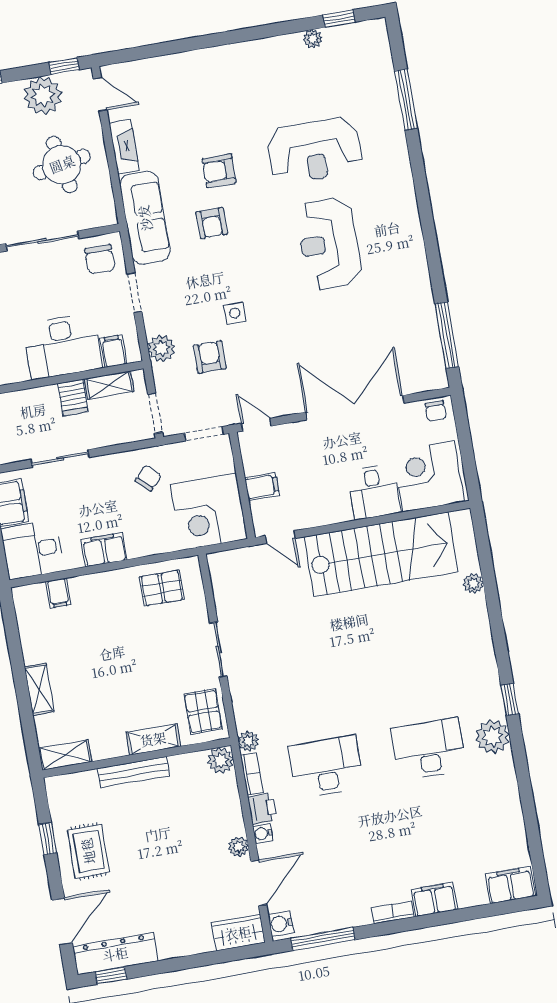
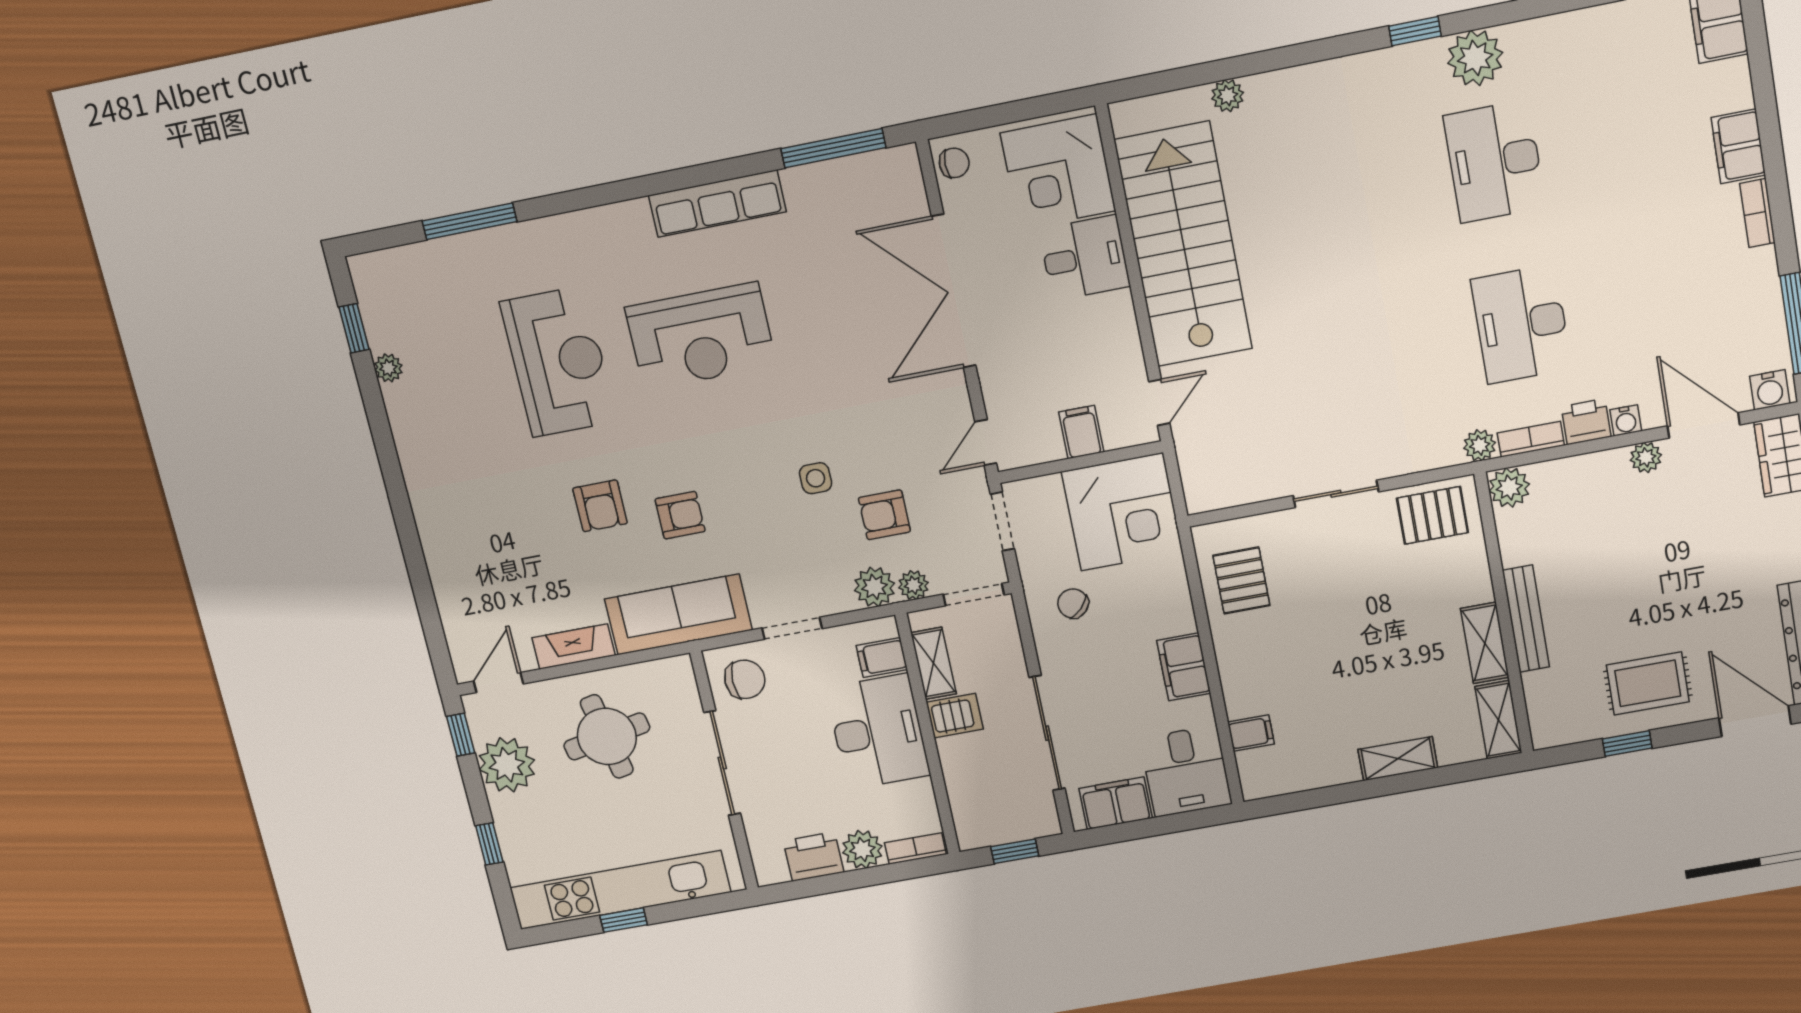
row of seats: (414, 259) -> (717, 204), added
plant: (162, 374) -> (913, 585), added
sliding door: (60, 459) -> (1047, 733), width x1.37
shelving: (153, 739) -> (1485, 643), moved

